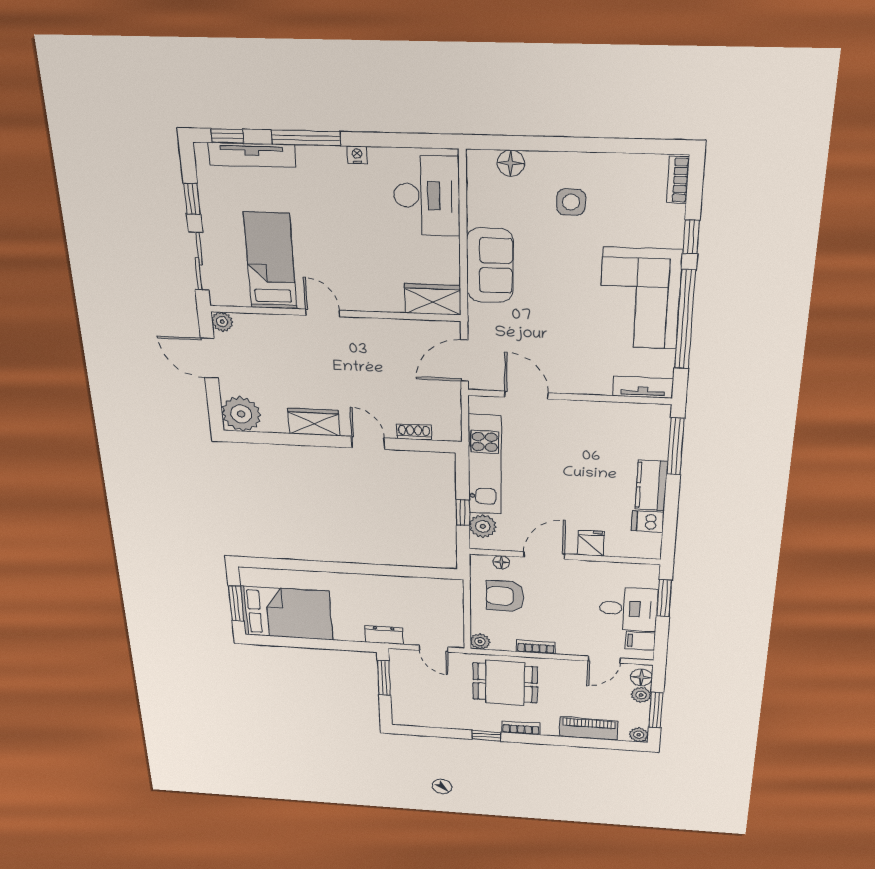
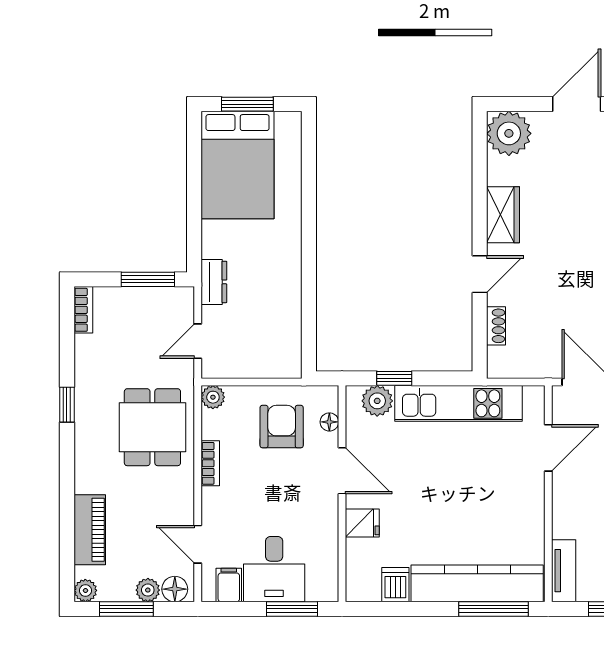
kitchen counter: (651, 485) -> (477, 583), width x2.08, depth x1.17
bookcase: (521, 728) -> (83, 310), moved

